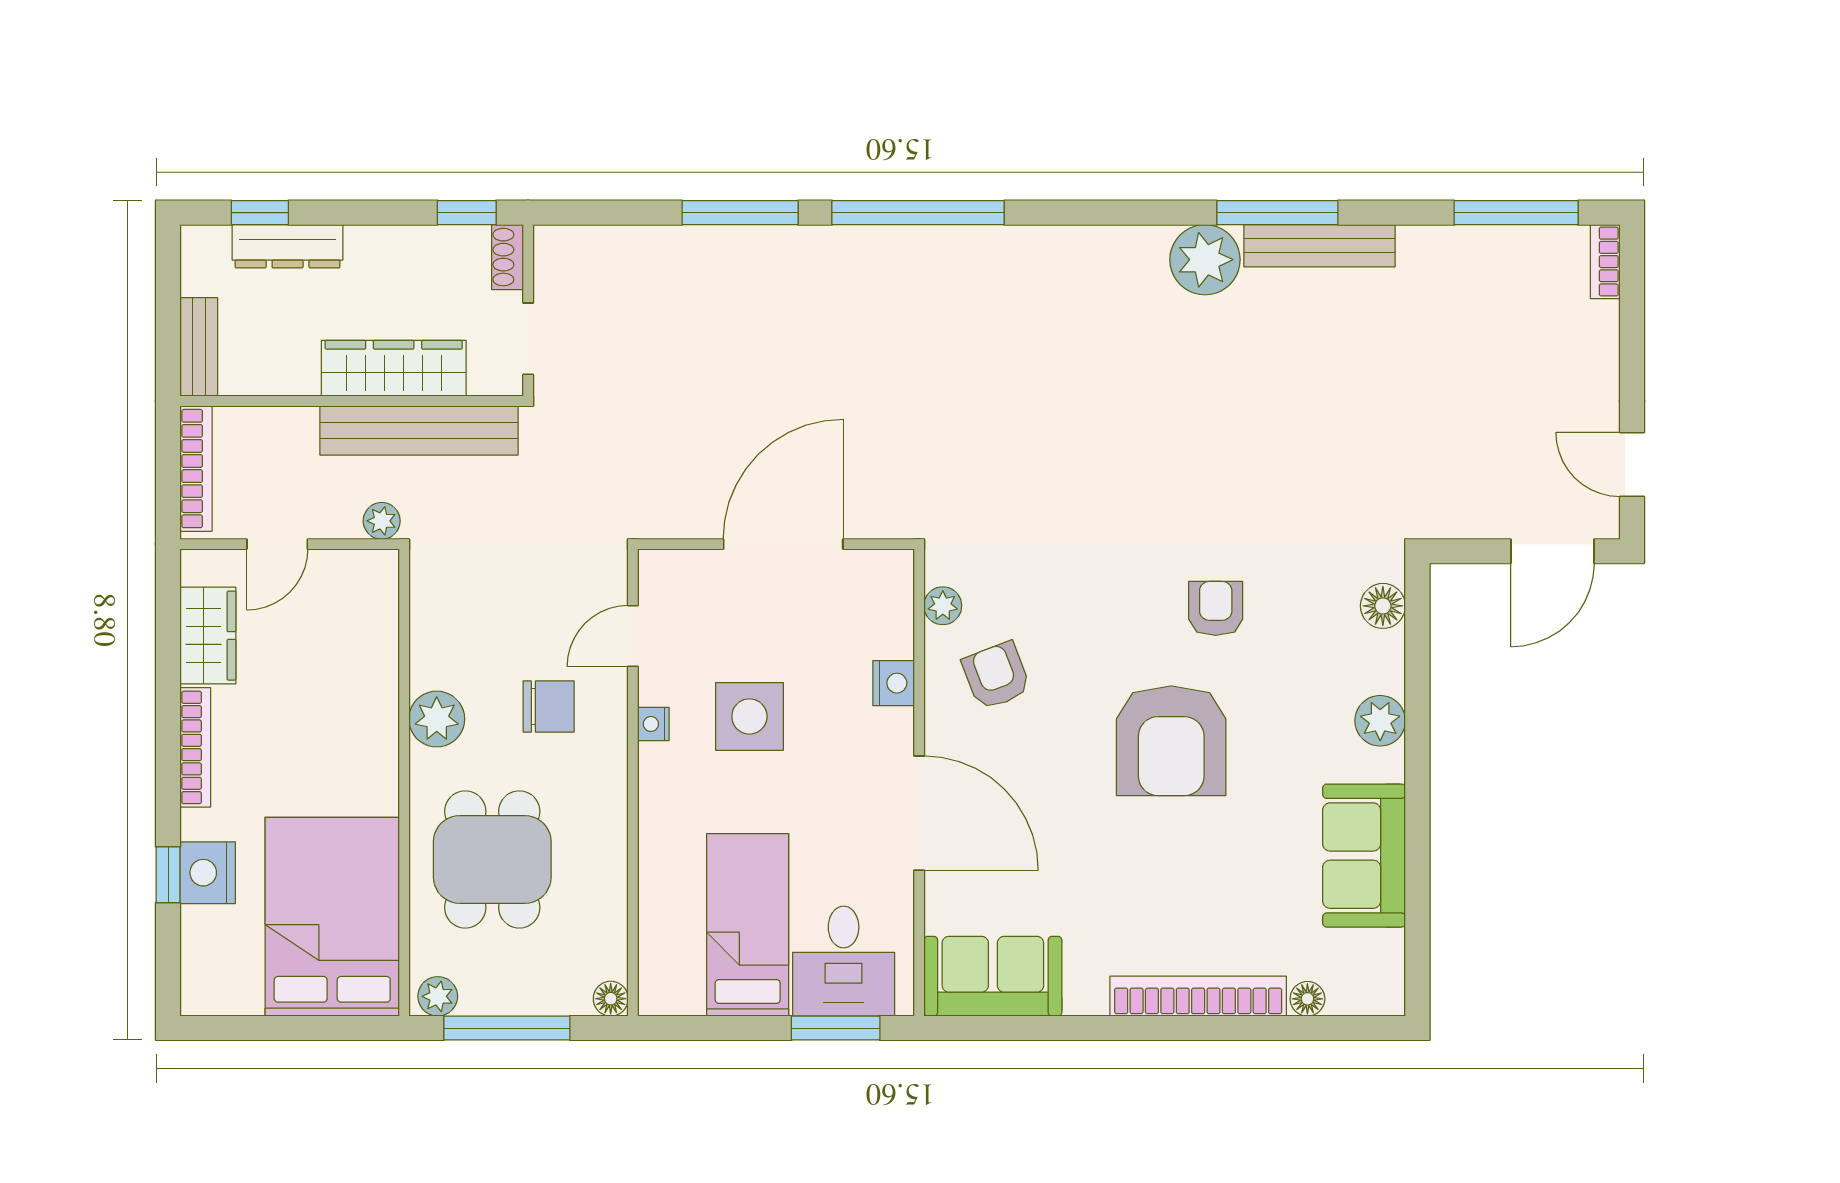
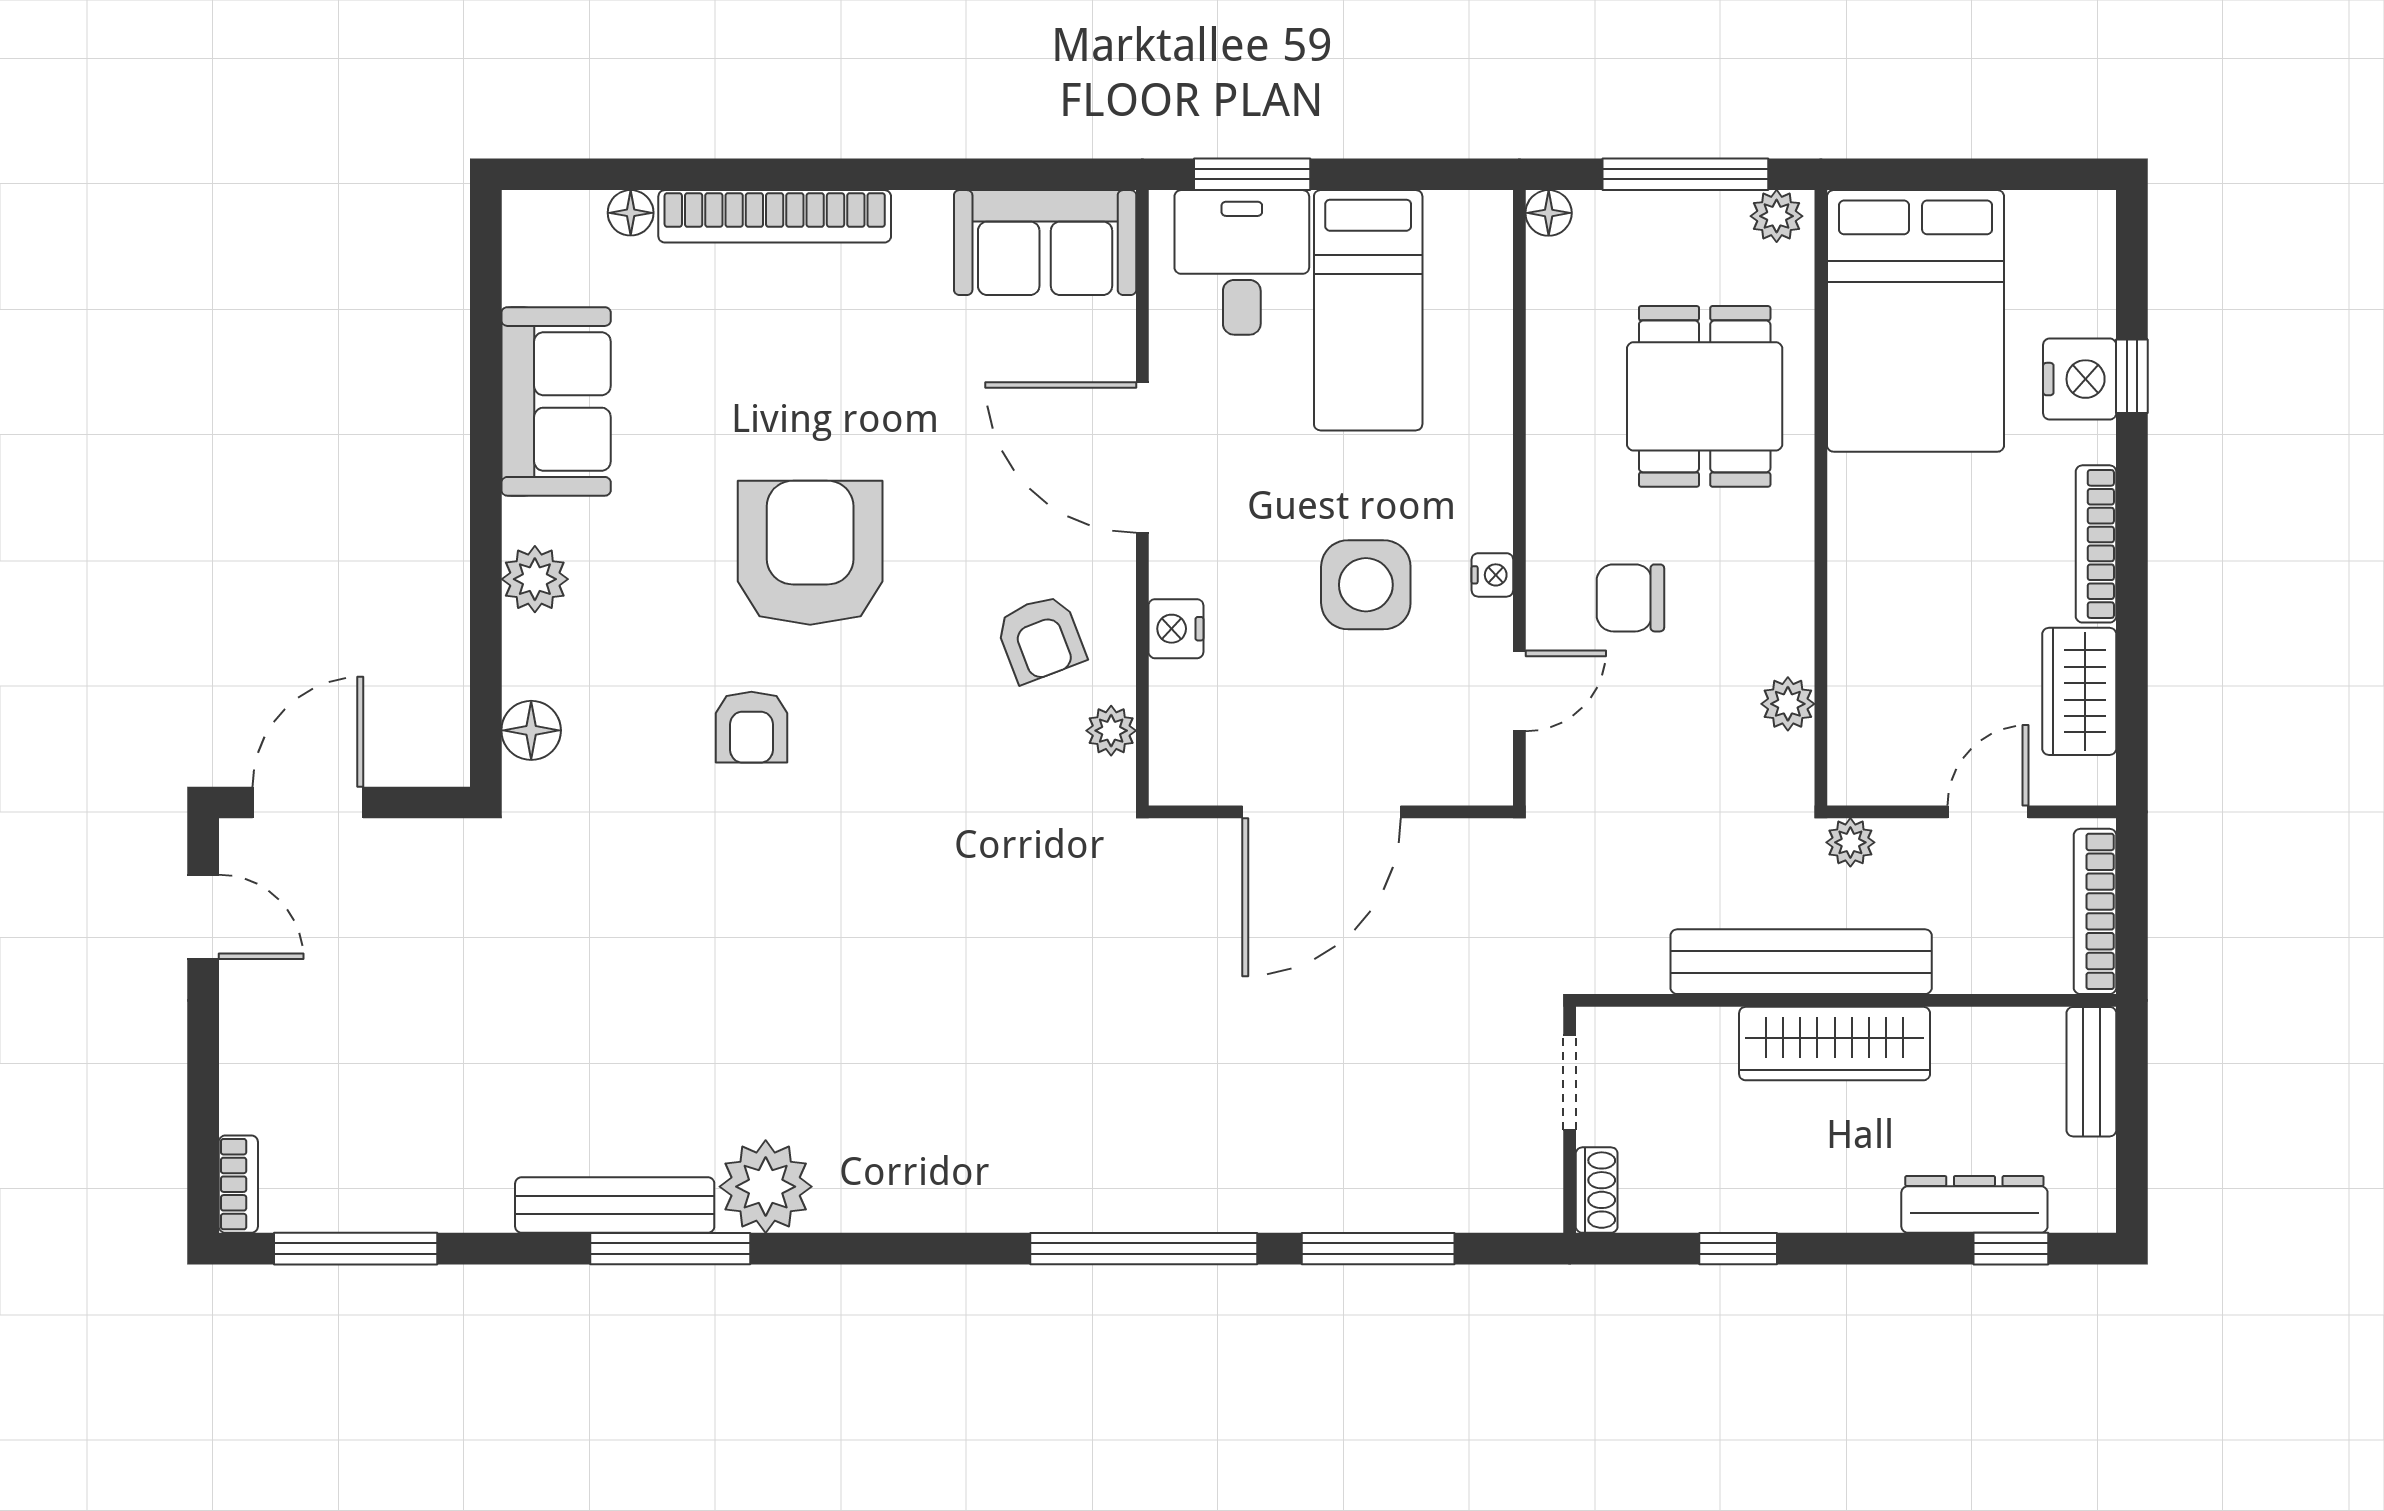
shoe rack: (507, 257) -> (1597, 1190), moved
wall: (528, 310) -> (1570, 1120), moved
doorway: (528, 339) -> (1570, 1082), moved
plant: (437, 719) -> (1788, 704), moved, width x0.73, depth x0.73

